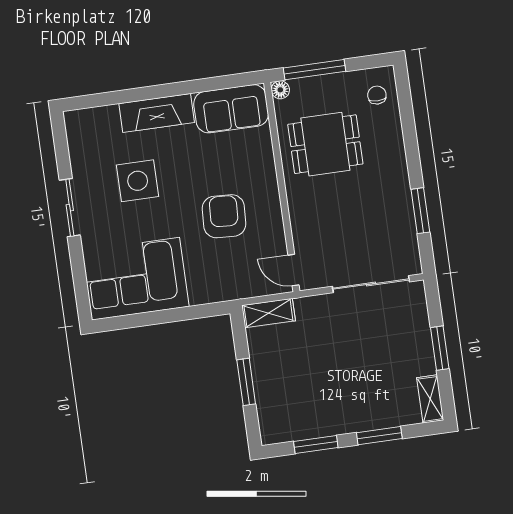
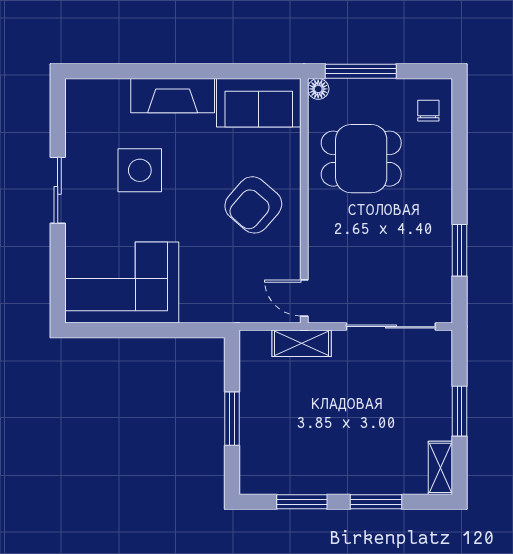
armchair: (224, 216) -> (253, 205), moved, turned -142
shelving: (268, 313) -> (302, 343), moved

